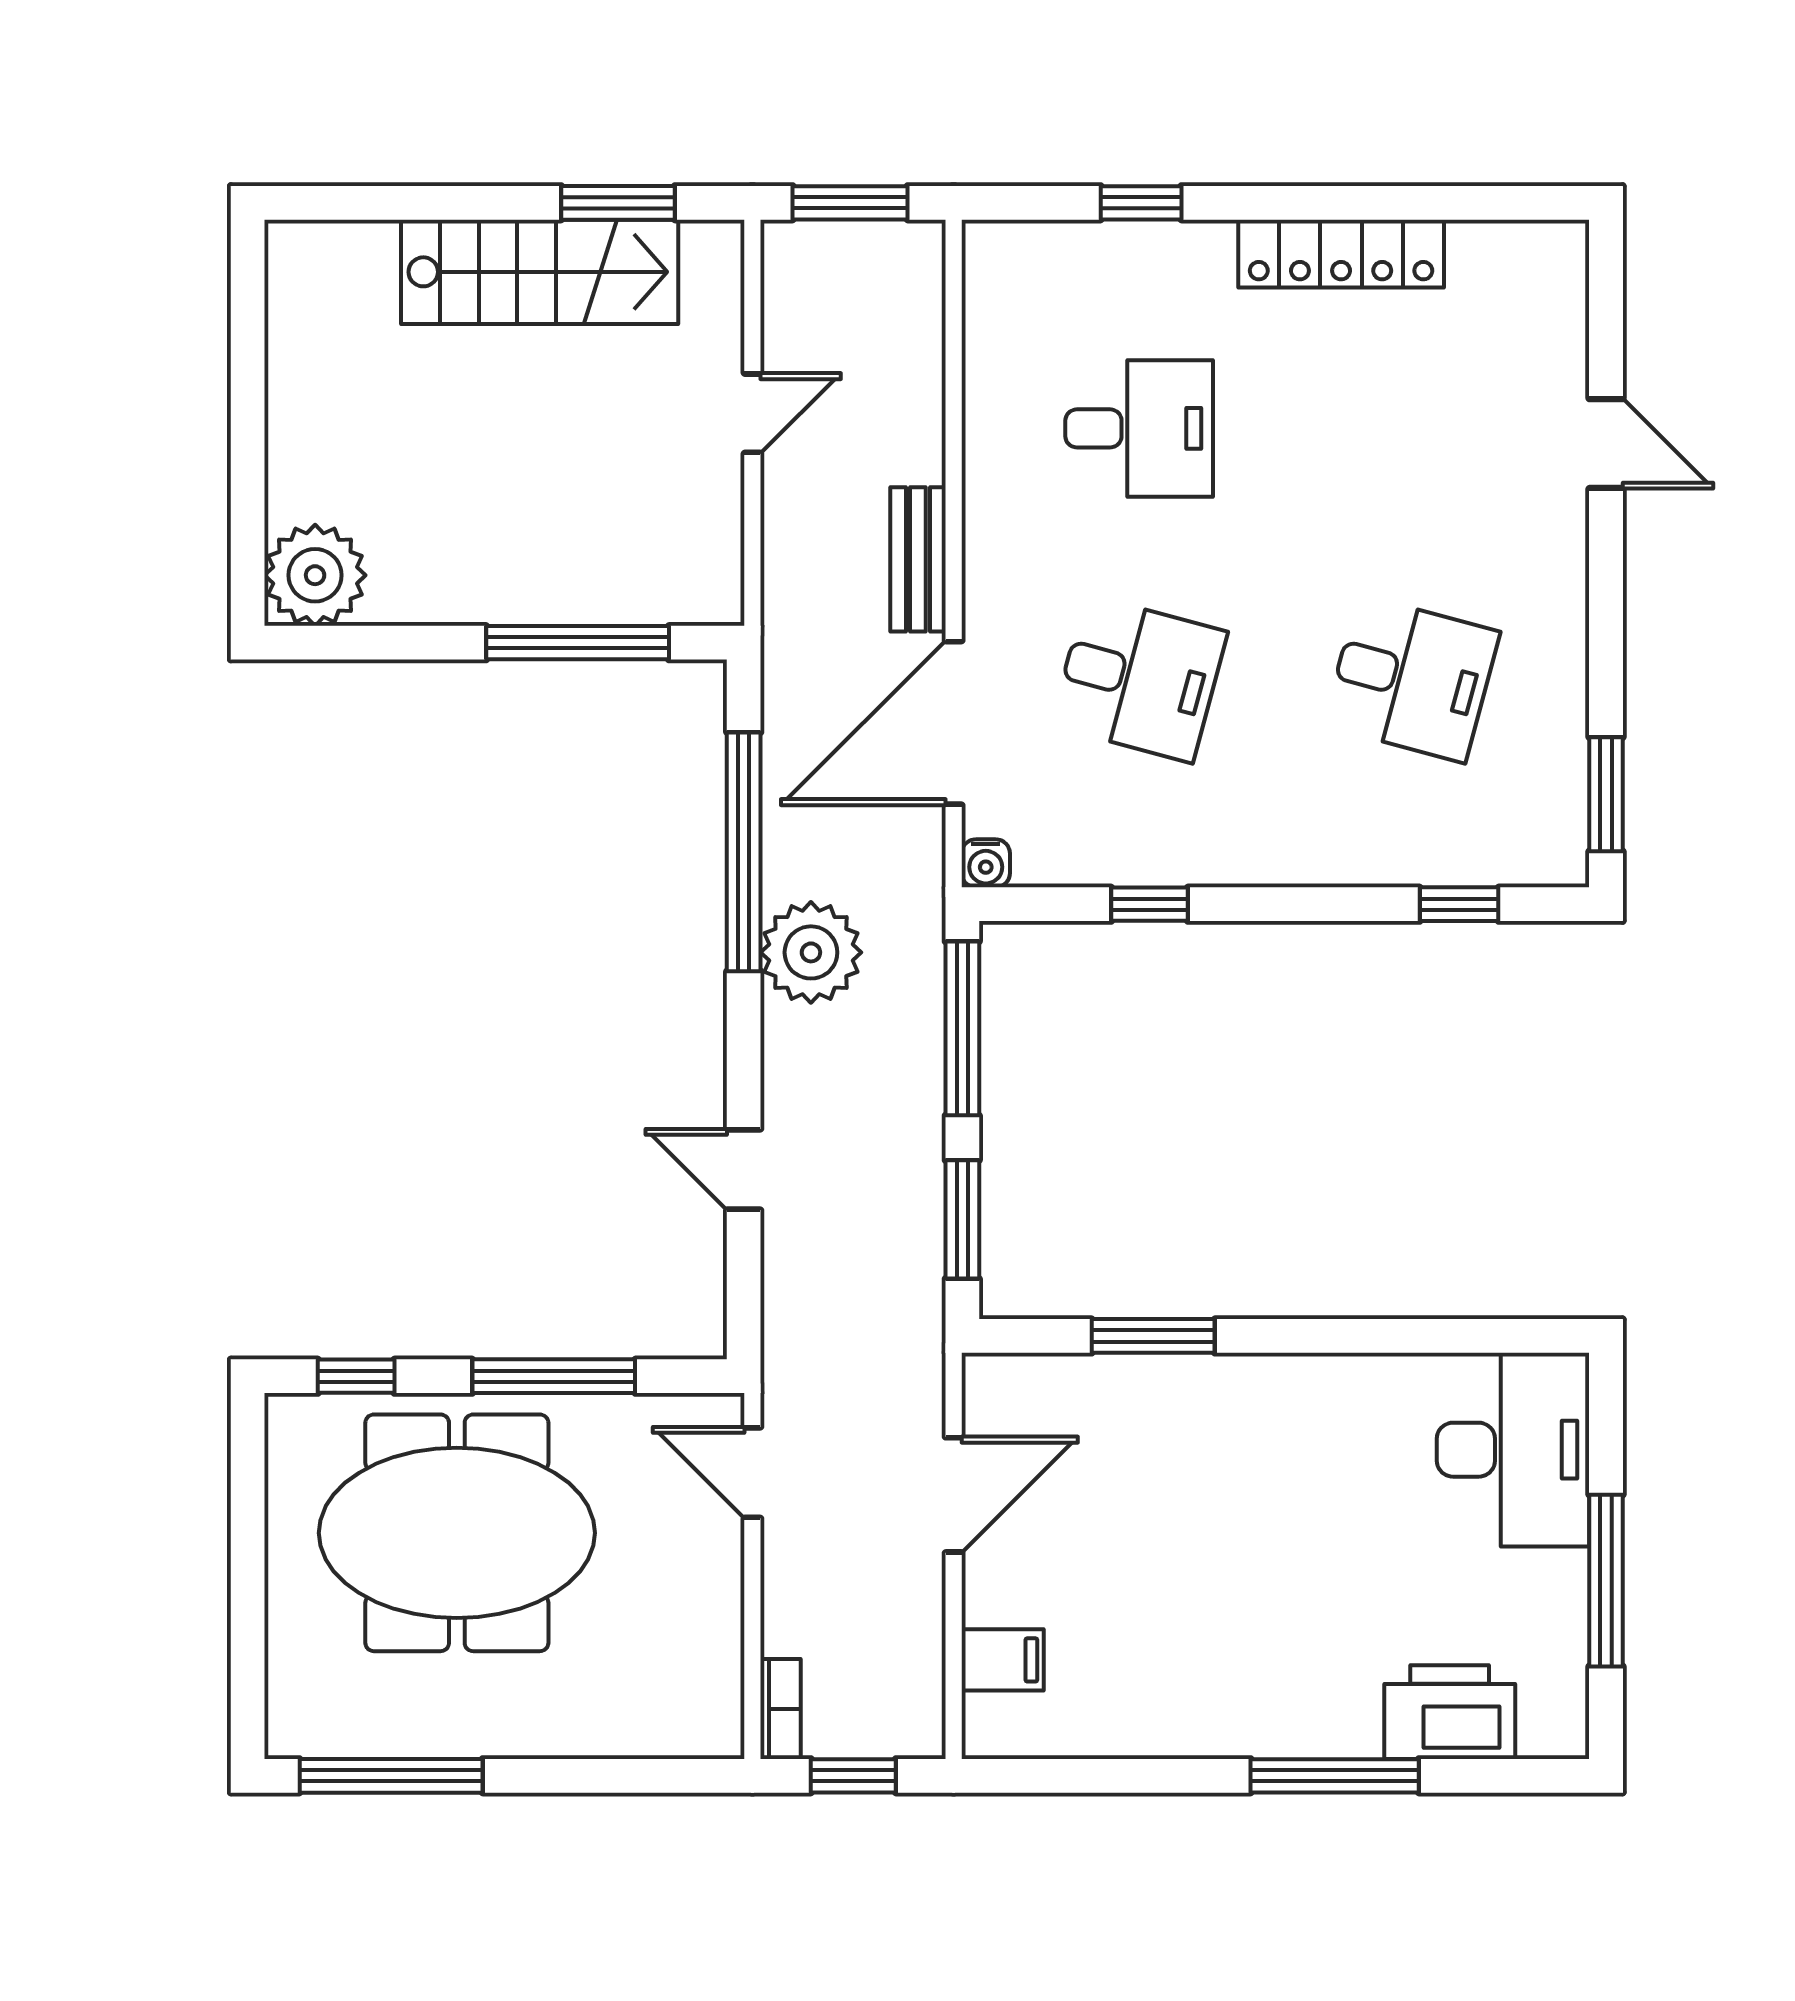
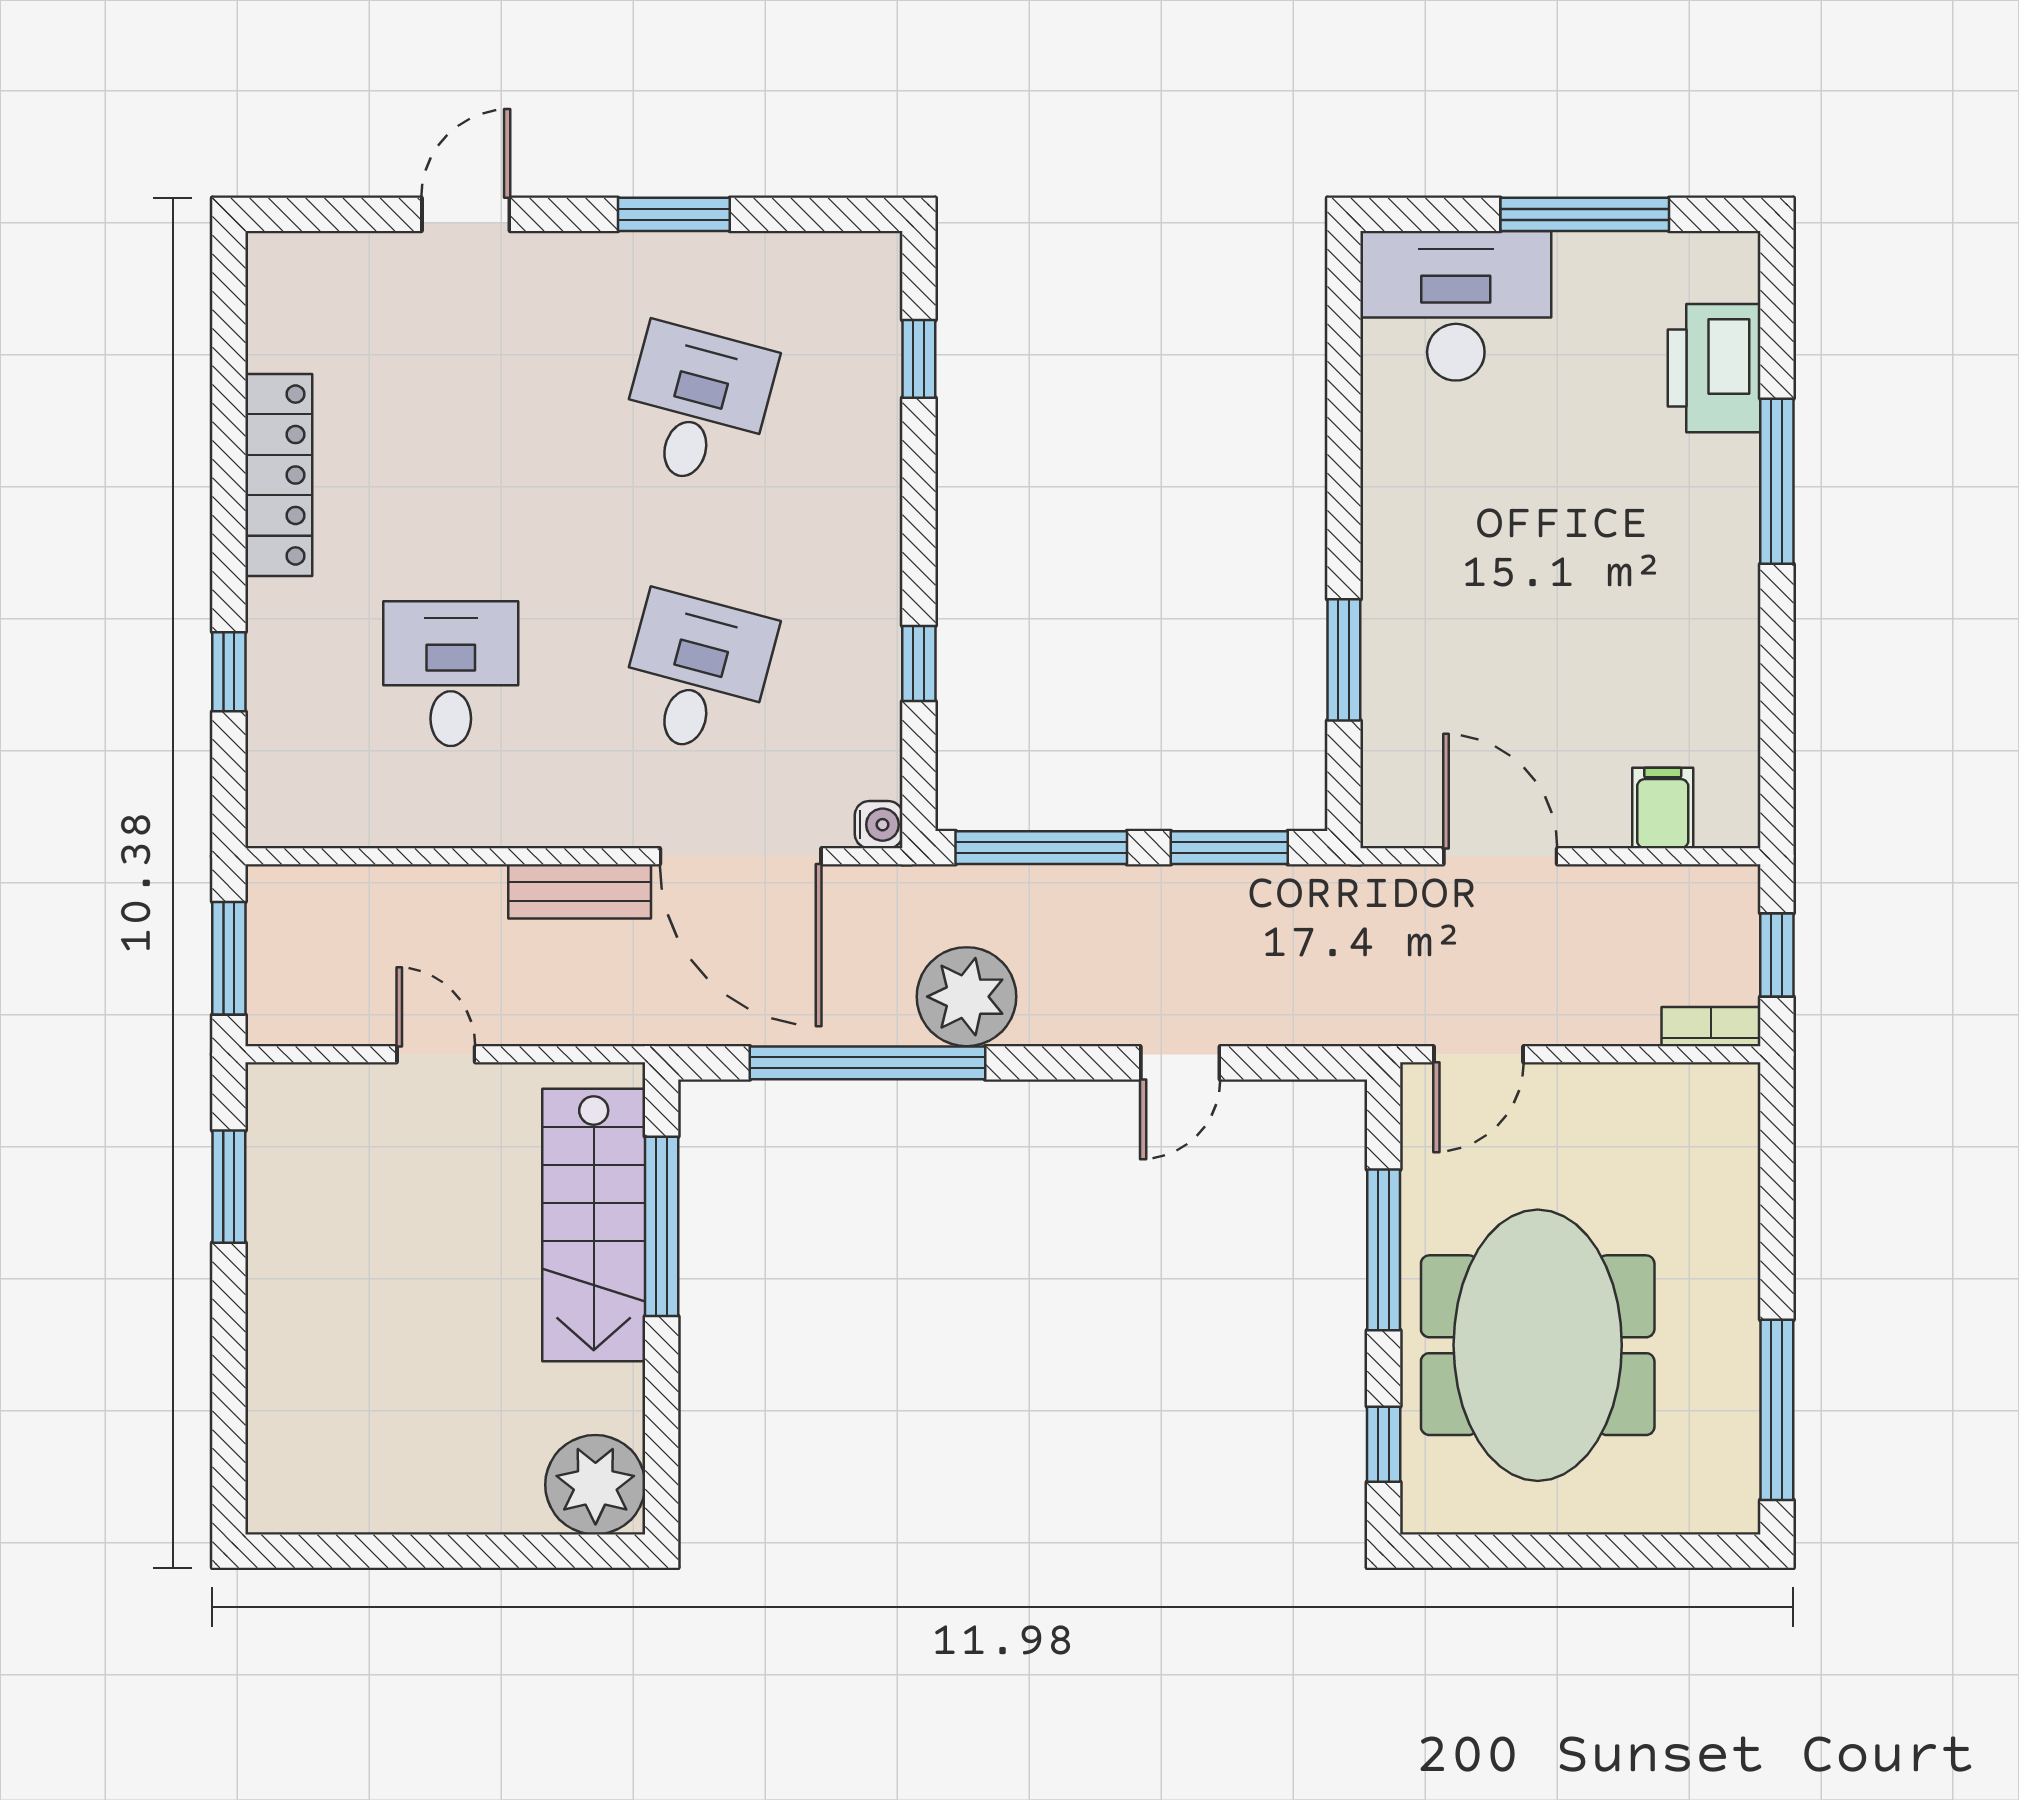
stairs: (540, 272) -> (594, 1225), moved, turned 180
window: (1606, 794) -> (674, 214), moved

